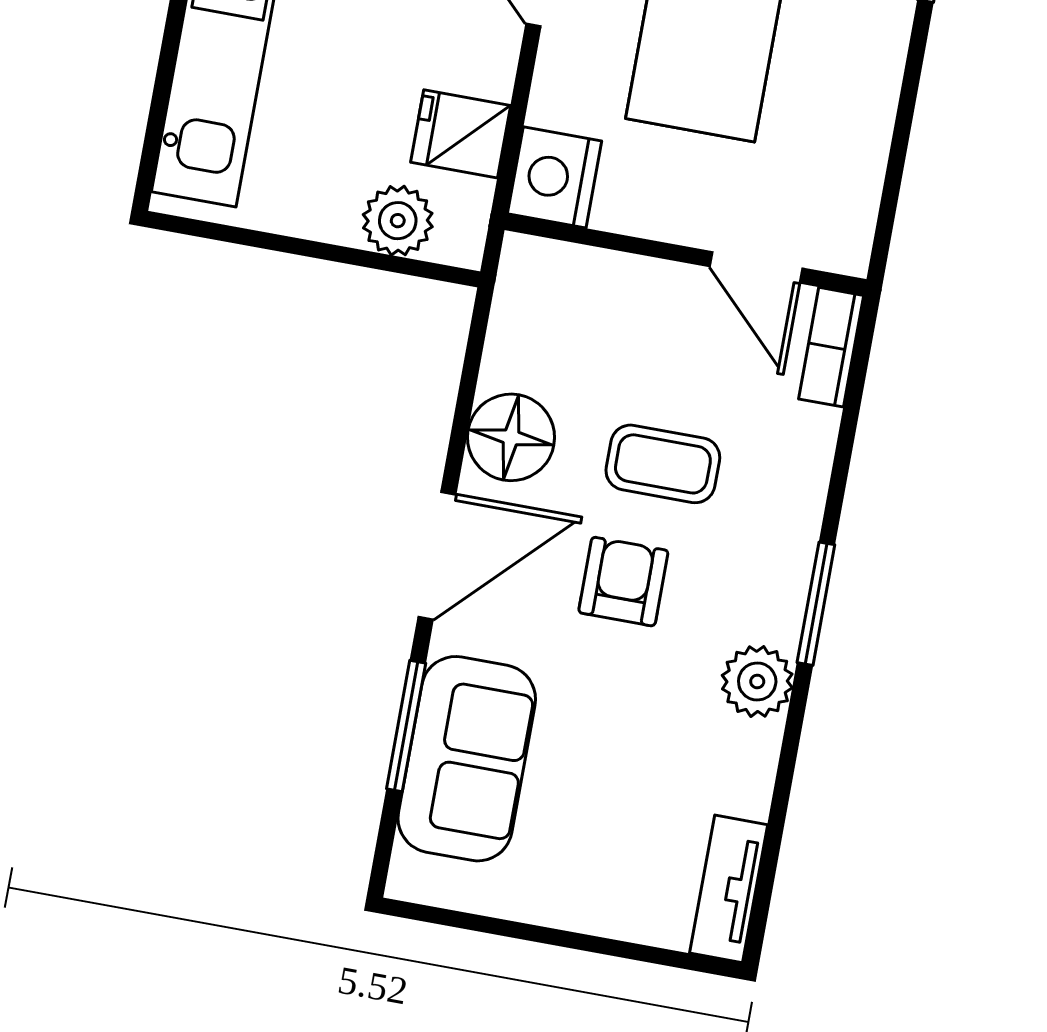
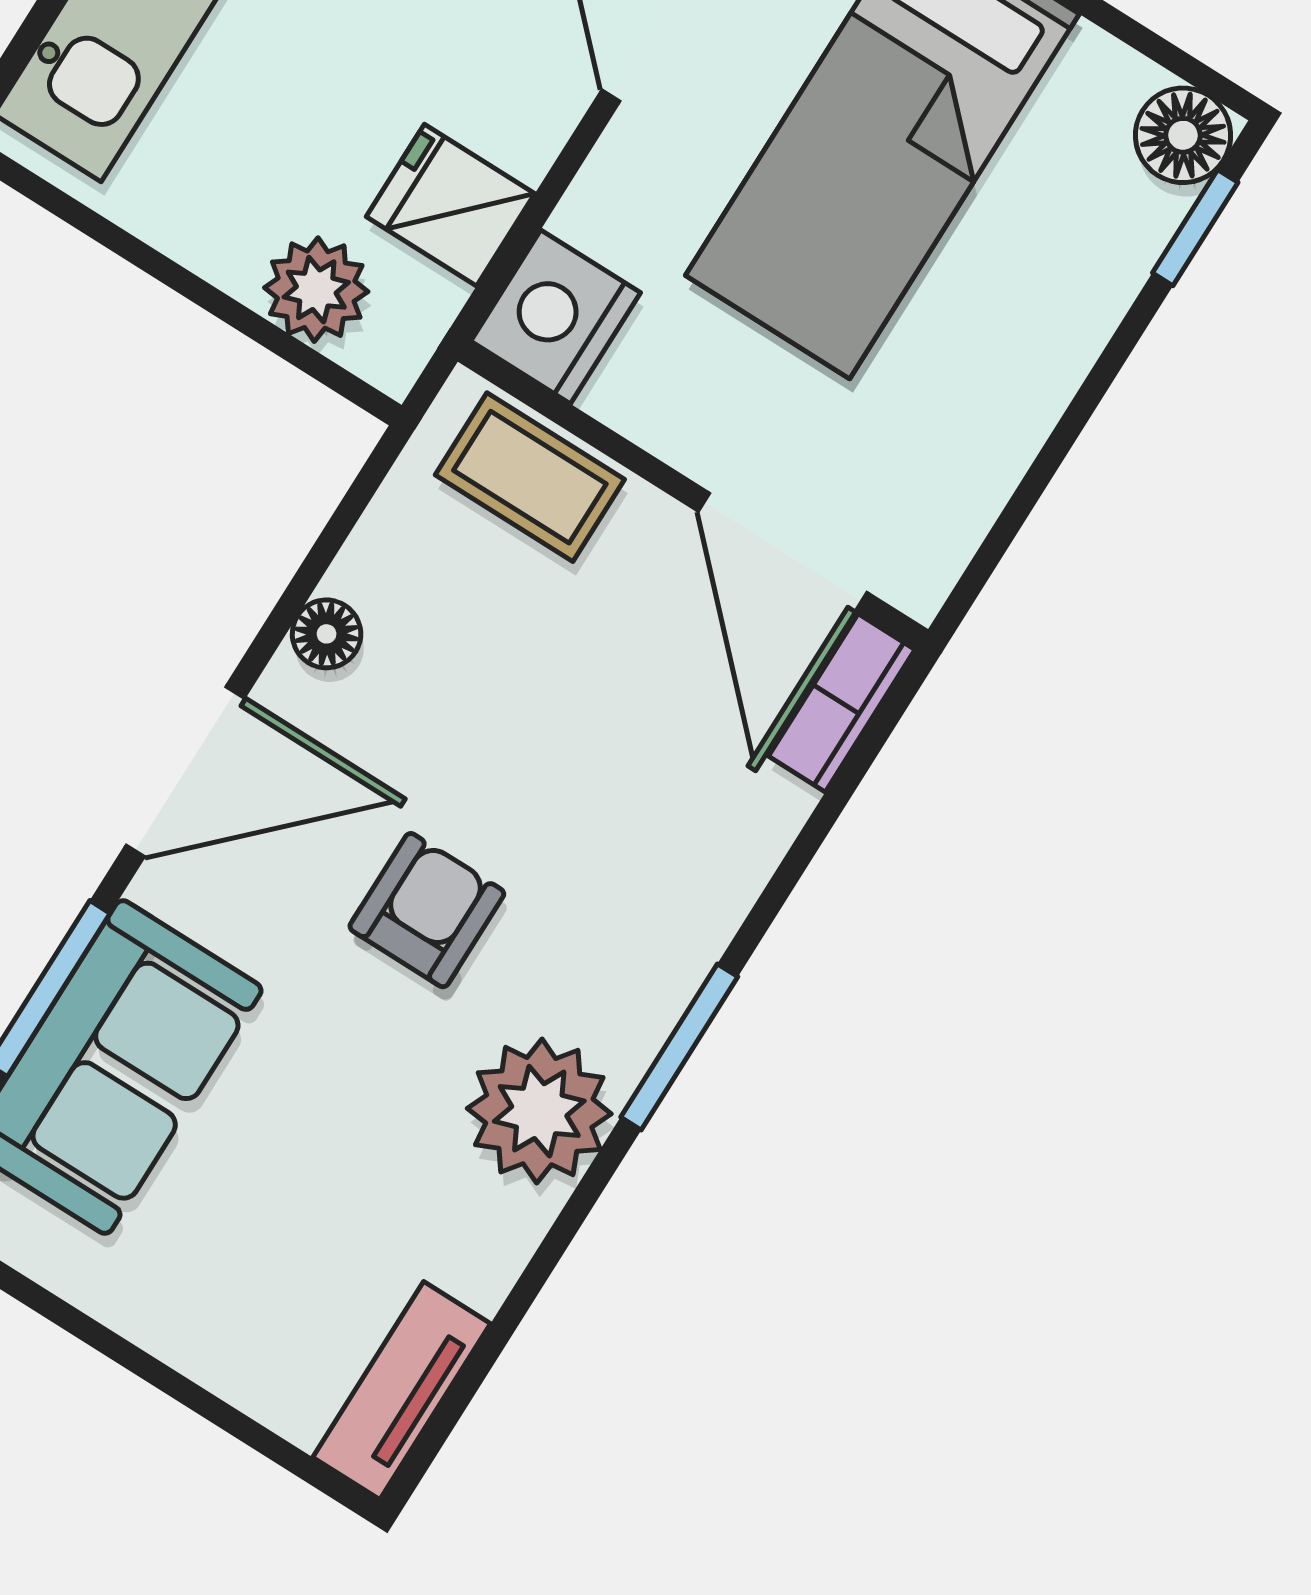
door: (756, 267) -> (783, 552), width x1.38
floor lamp: (511, 437) -> (327, 634), width x0.53, depth x0.53
coffee table: (663, 464) -> (530, 477), moved
plant: (757, 681) -> (539, 1111), width x1.36, depth x1.36

